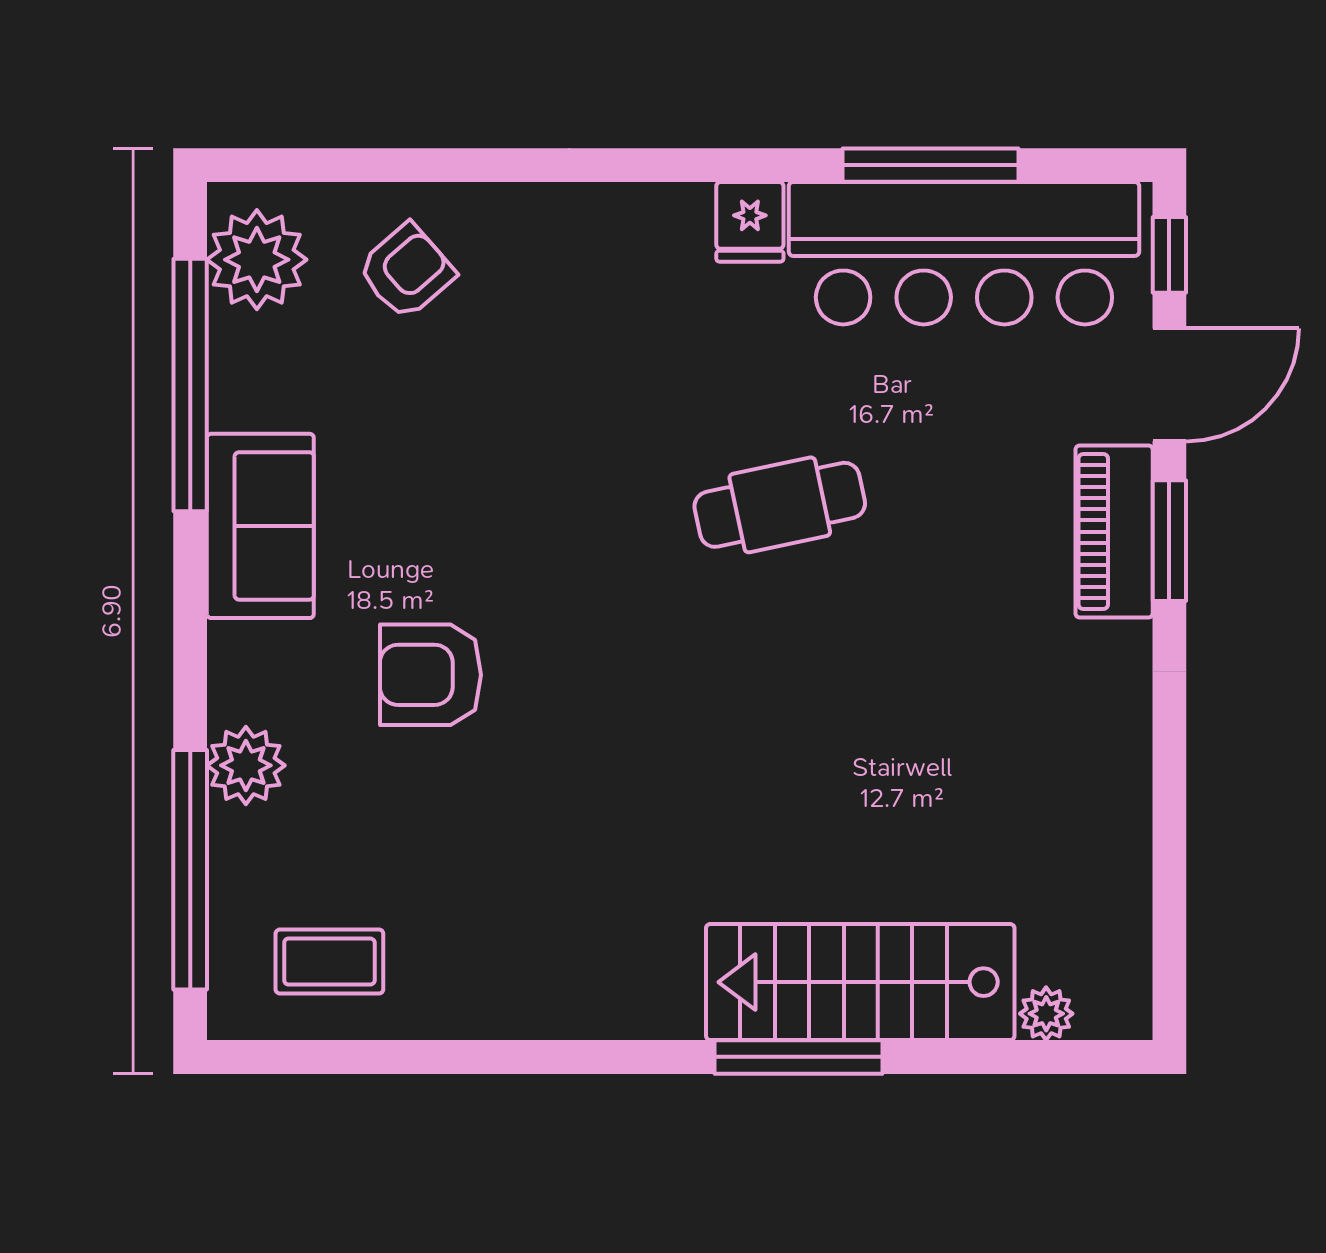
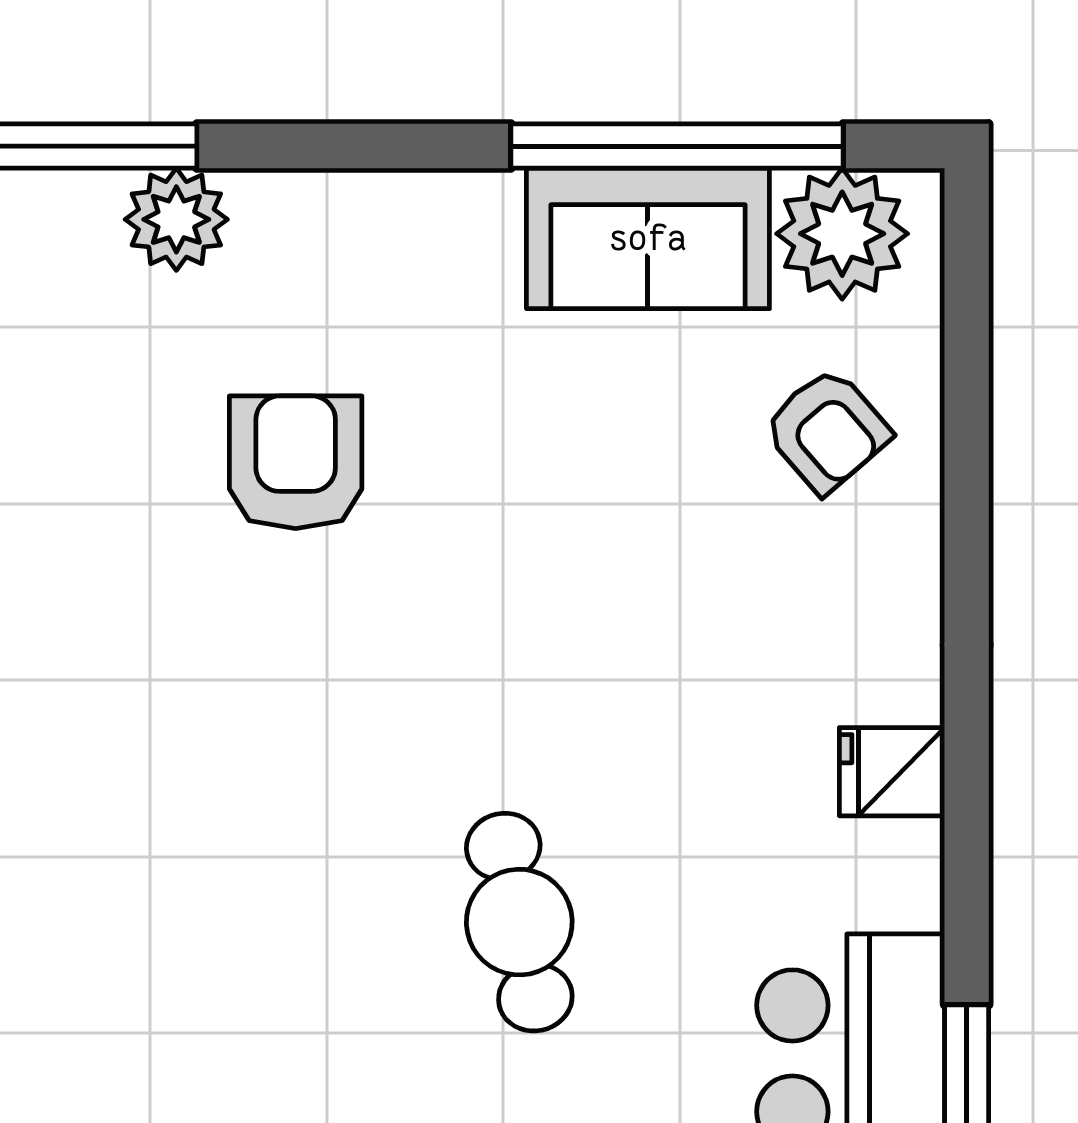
fridge: (750, 222) -> (892, 772), moved
sofa: (260, 526) -> (648, 238), moved

